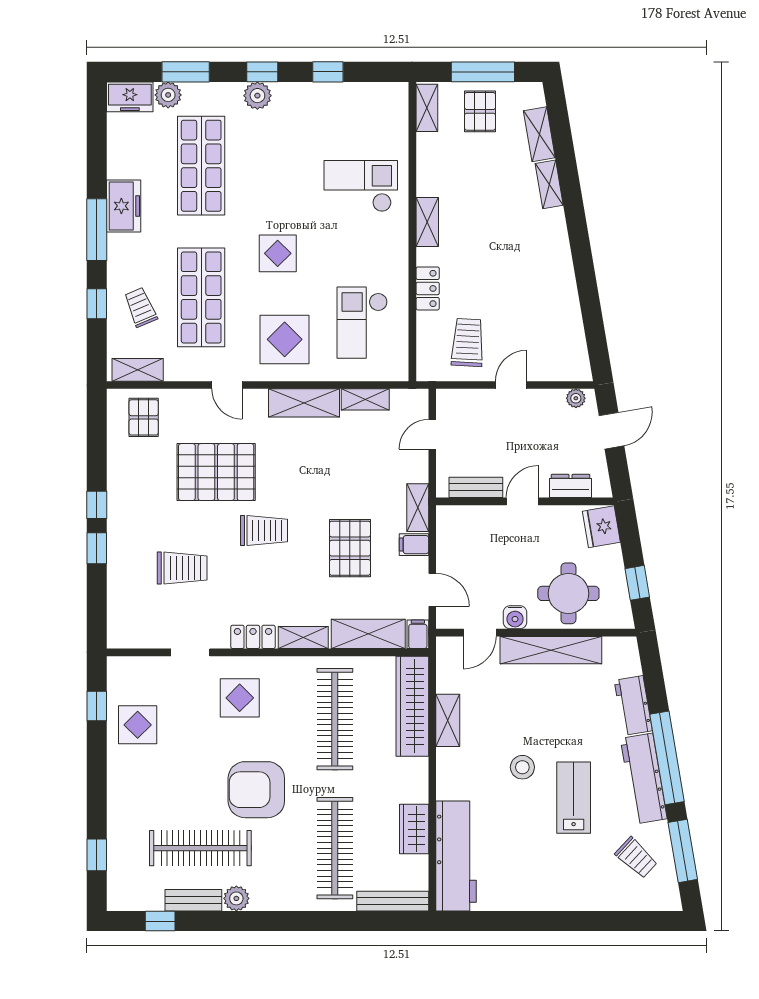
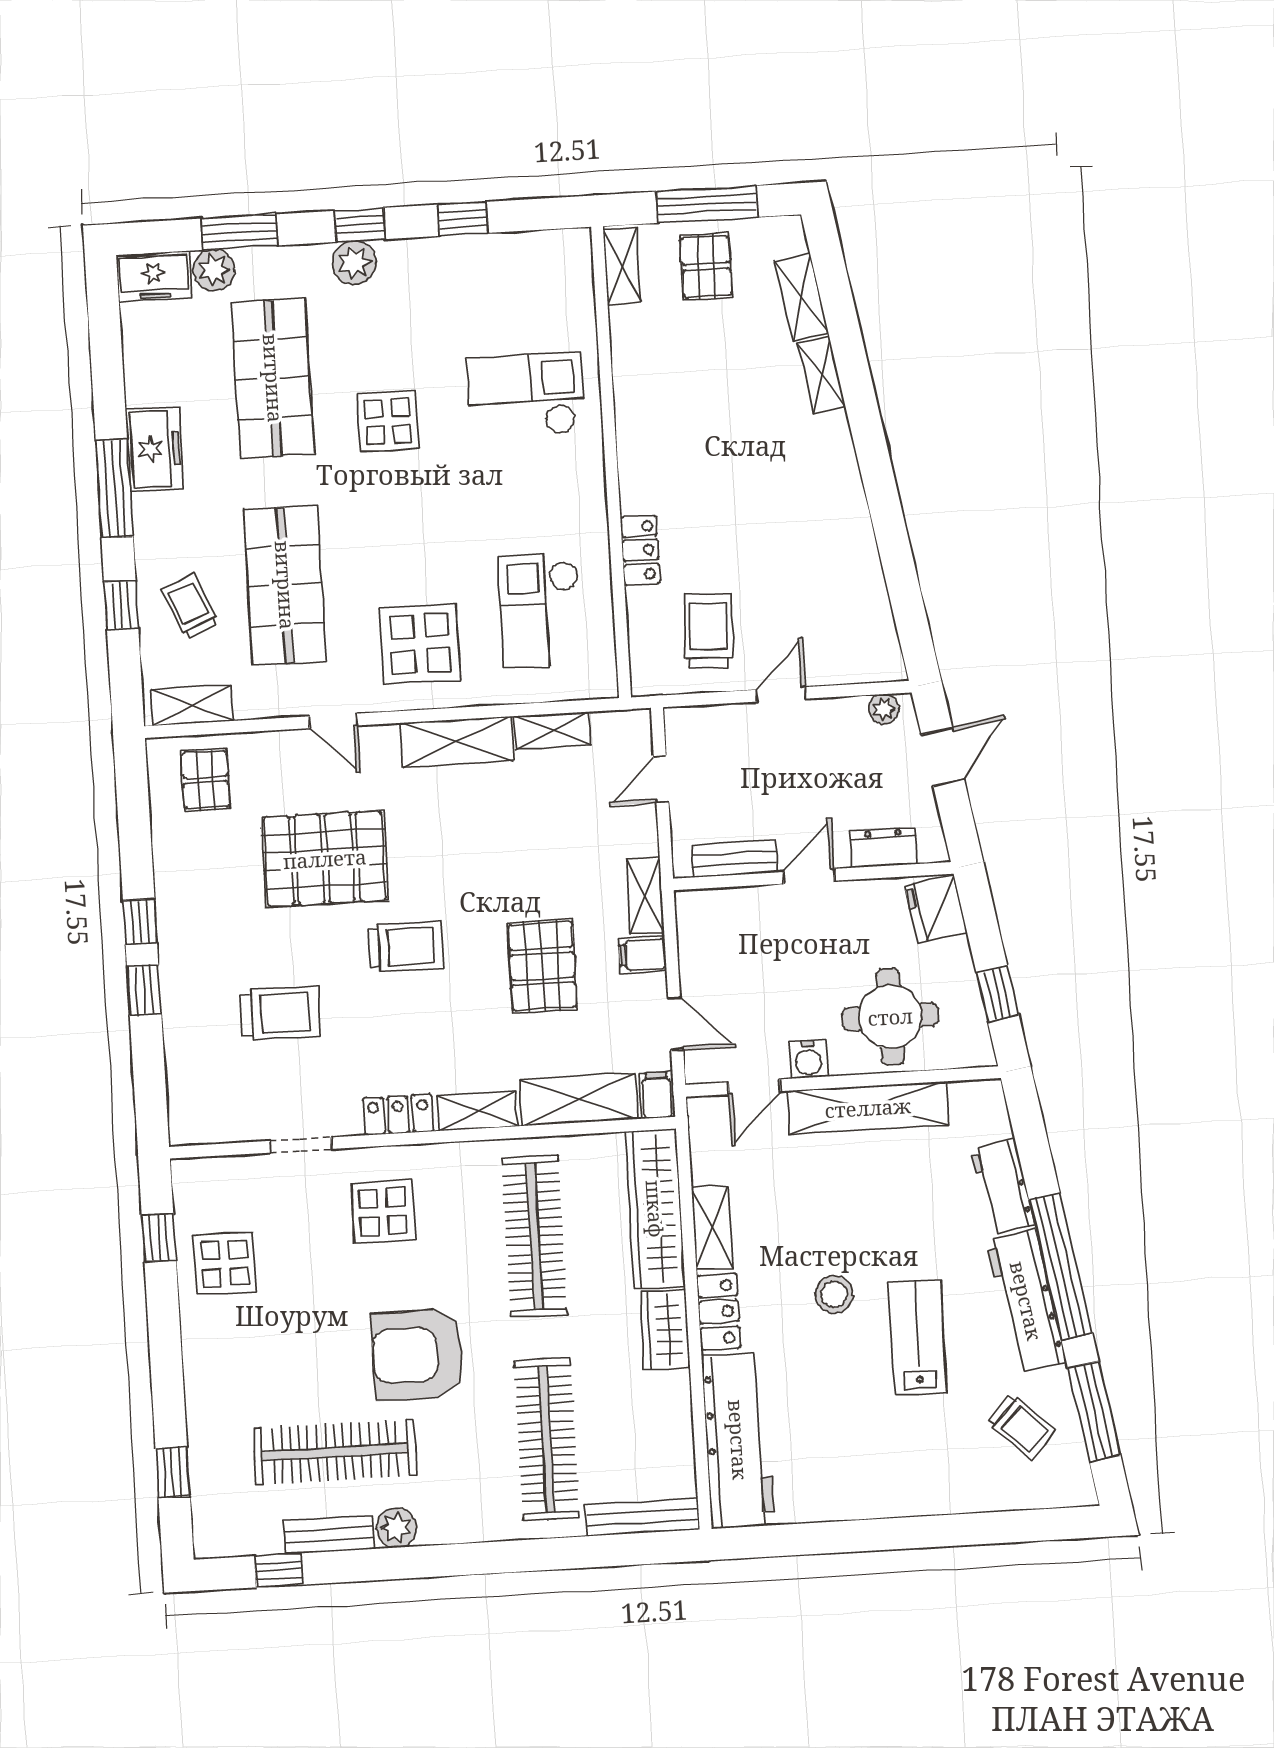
shelving: (427, 222) -> (633, 446), removed
display table: (278, 253) -> (388, 421), moved
locker: (449, 774) -> (719, 1312), added
wardrobe: (414, 829) -> (665, 1330), moved

